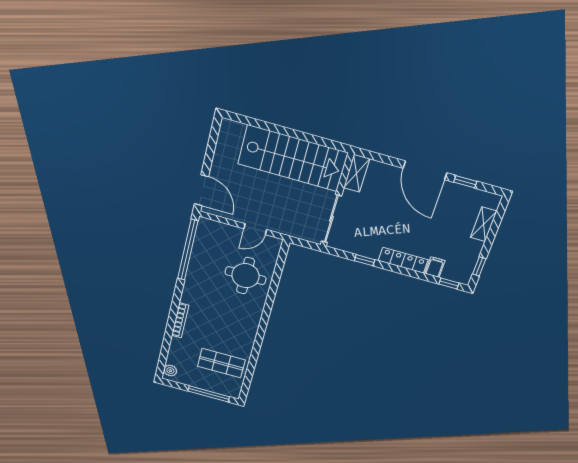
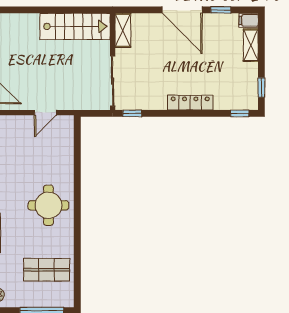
stairs: (293, 158) -> (75, 26), width x0.73, depth x0.66
window: (365, 260) -> (132, 113), moved
filing cabinet: (435, 267) -> (249, 20), moved, turned -90
round table: (246, 276) -> (48, 205), moved

